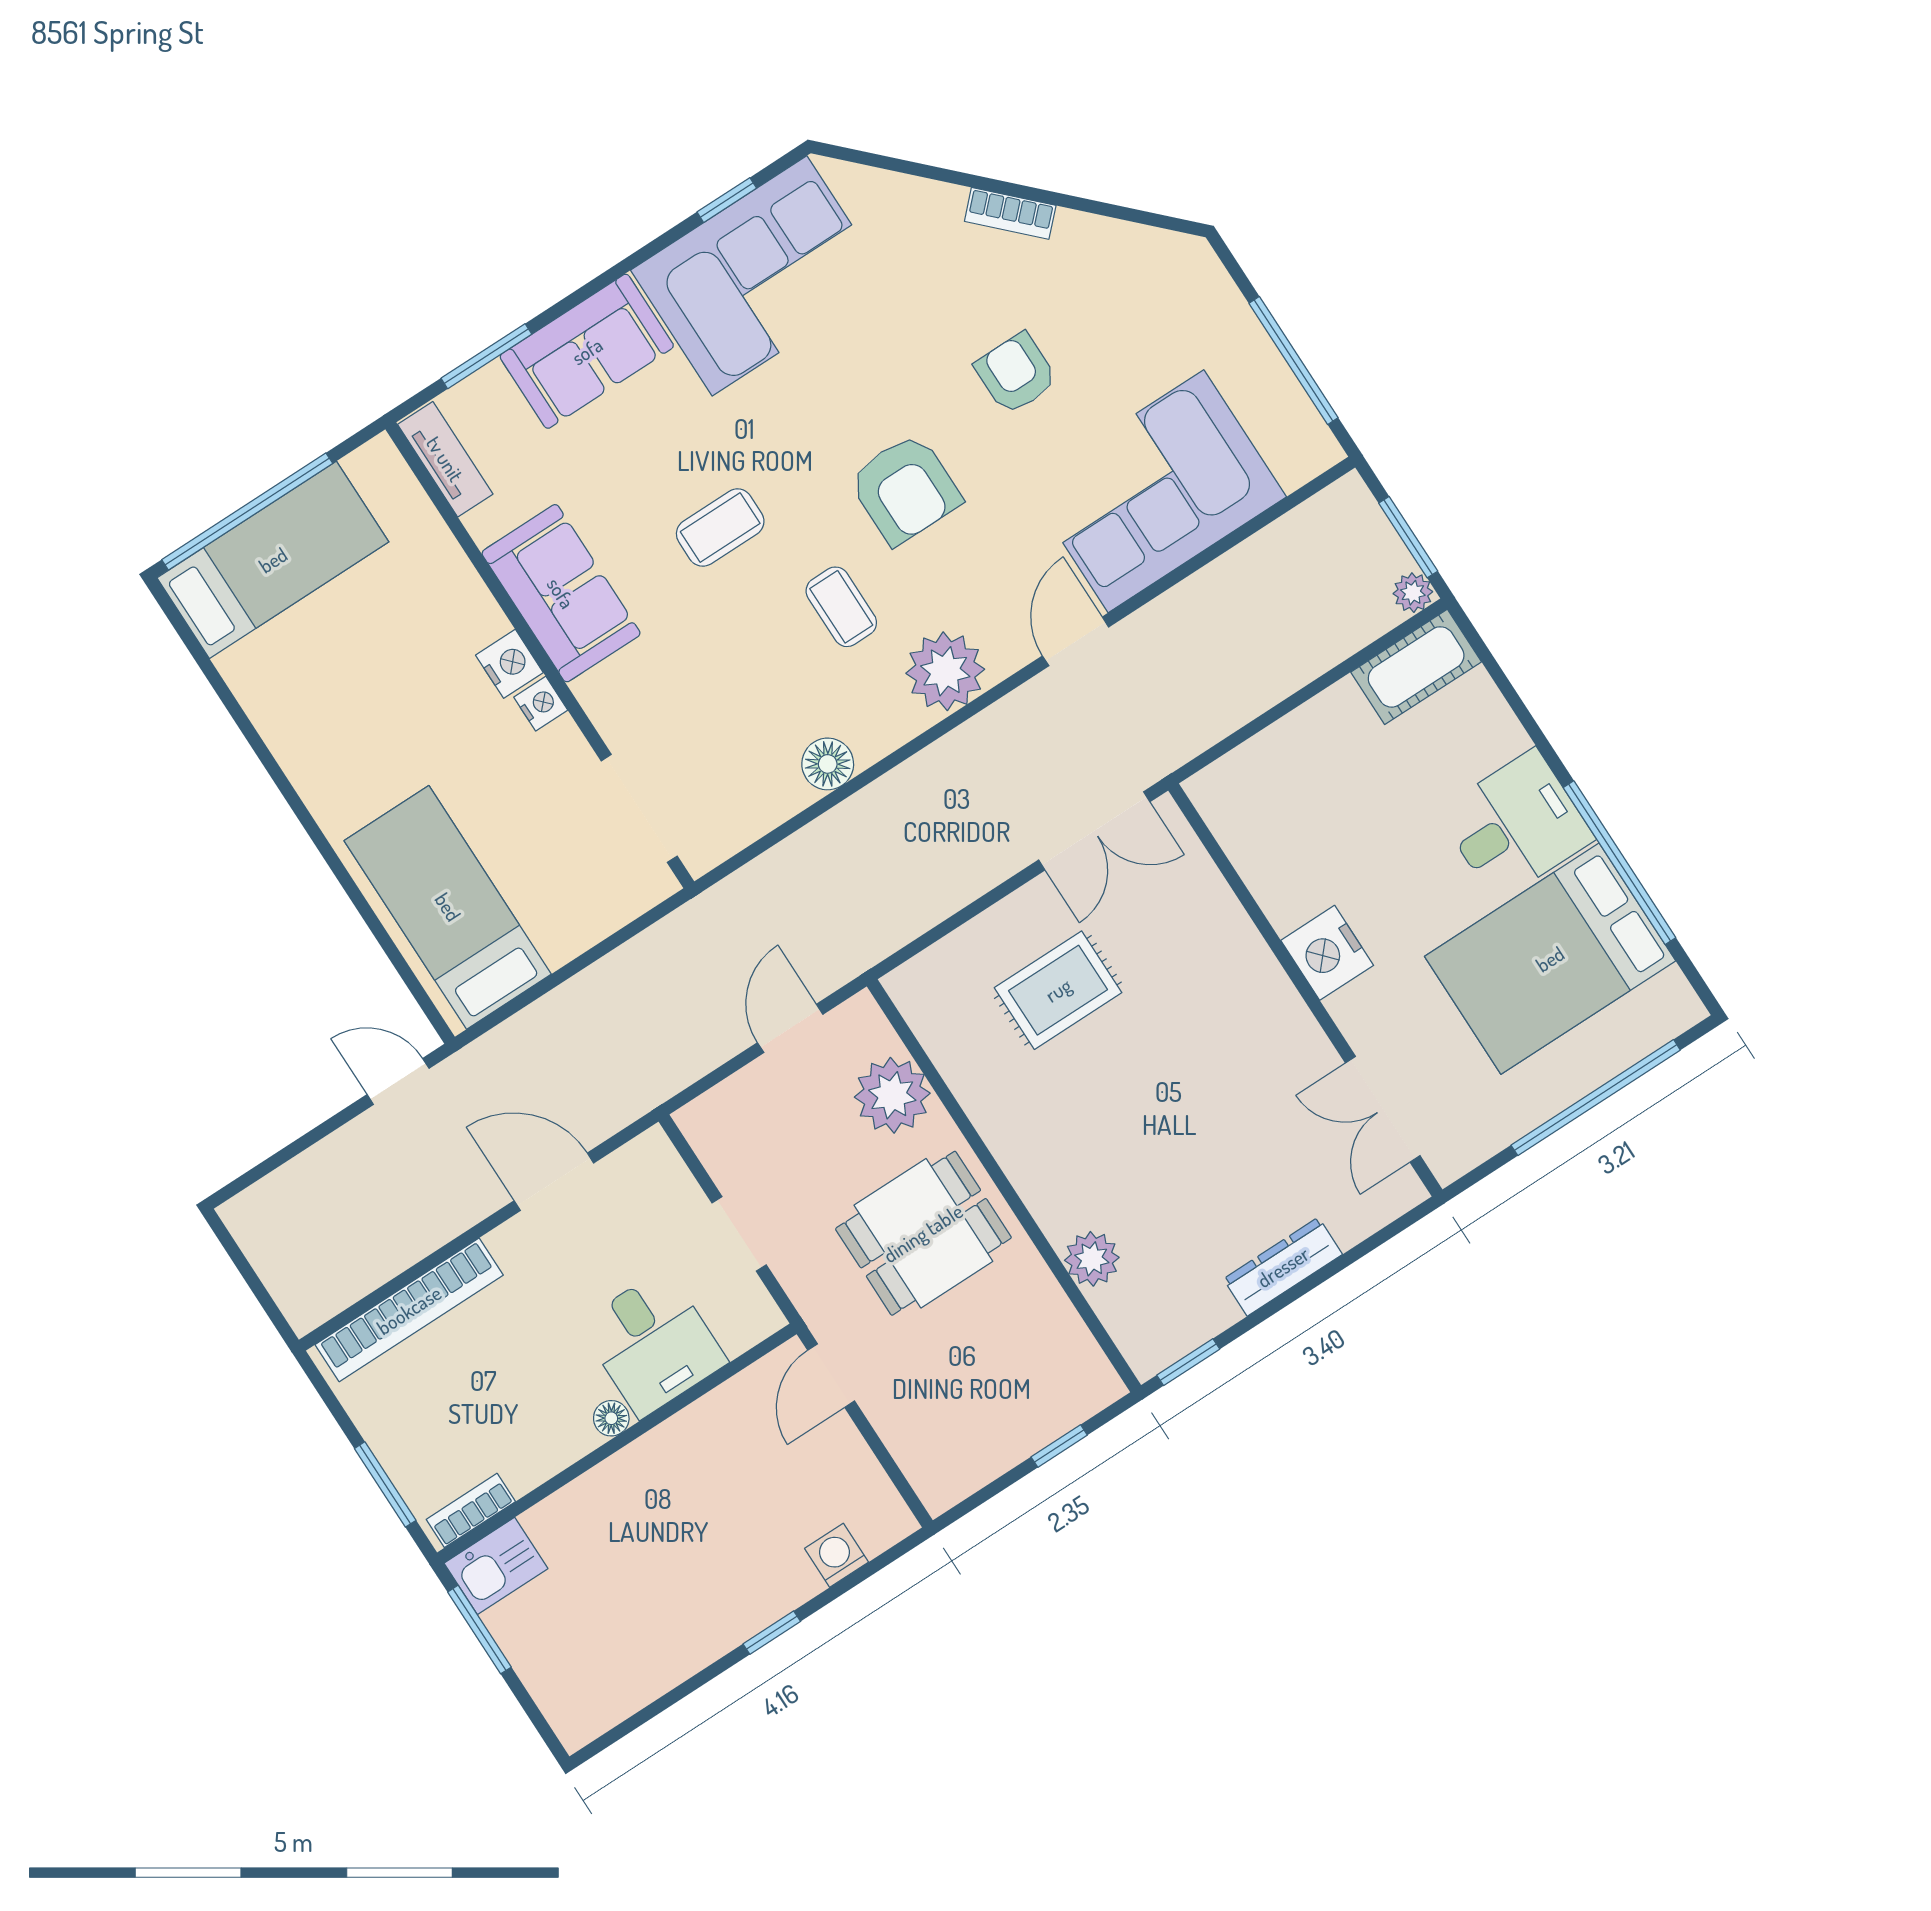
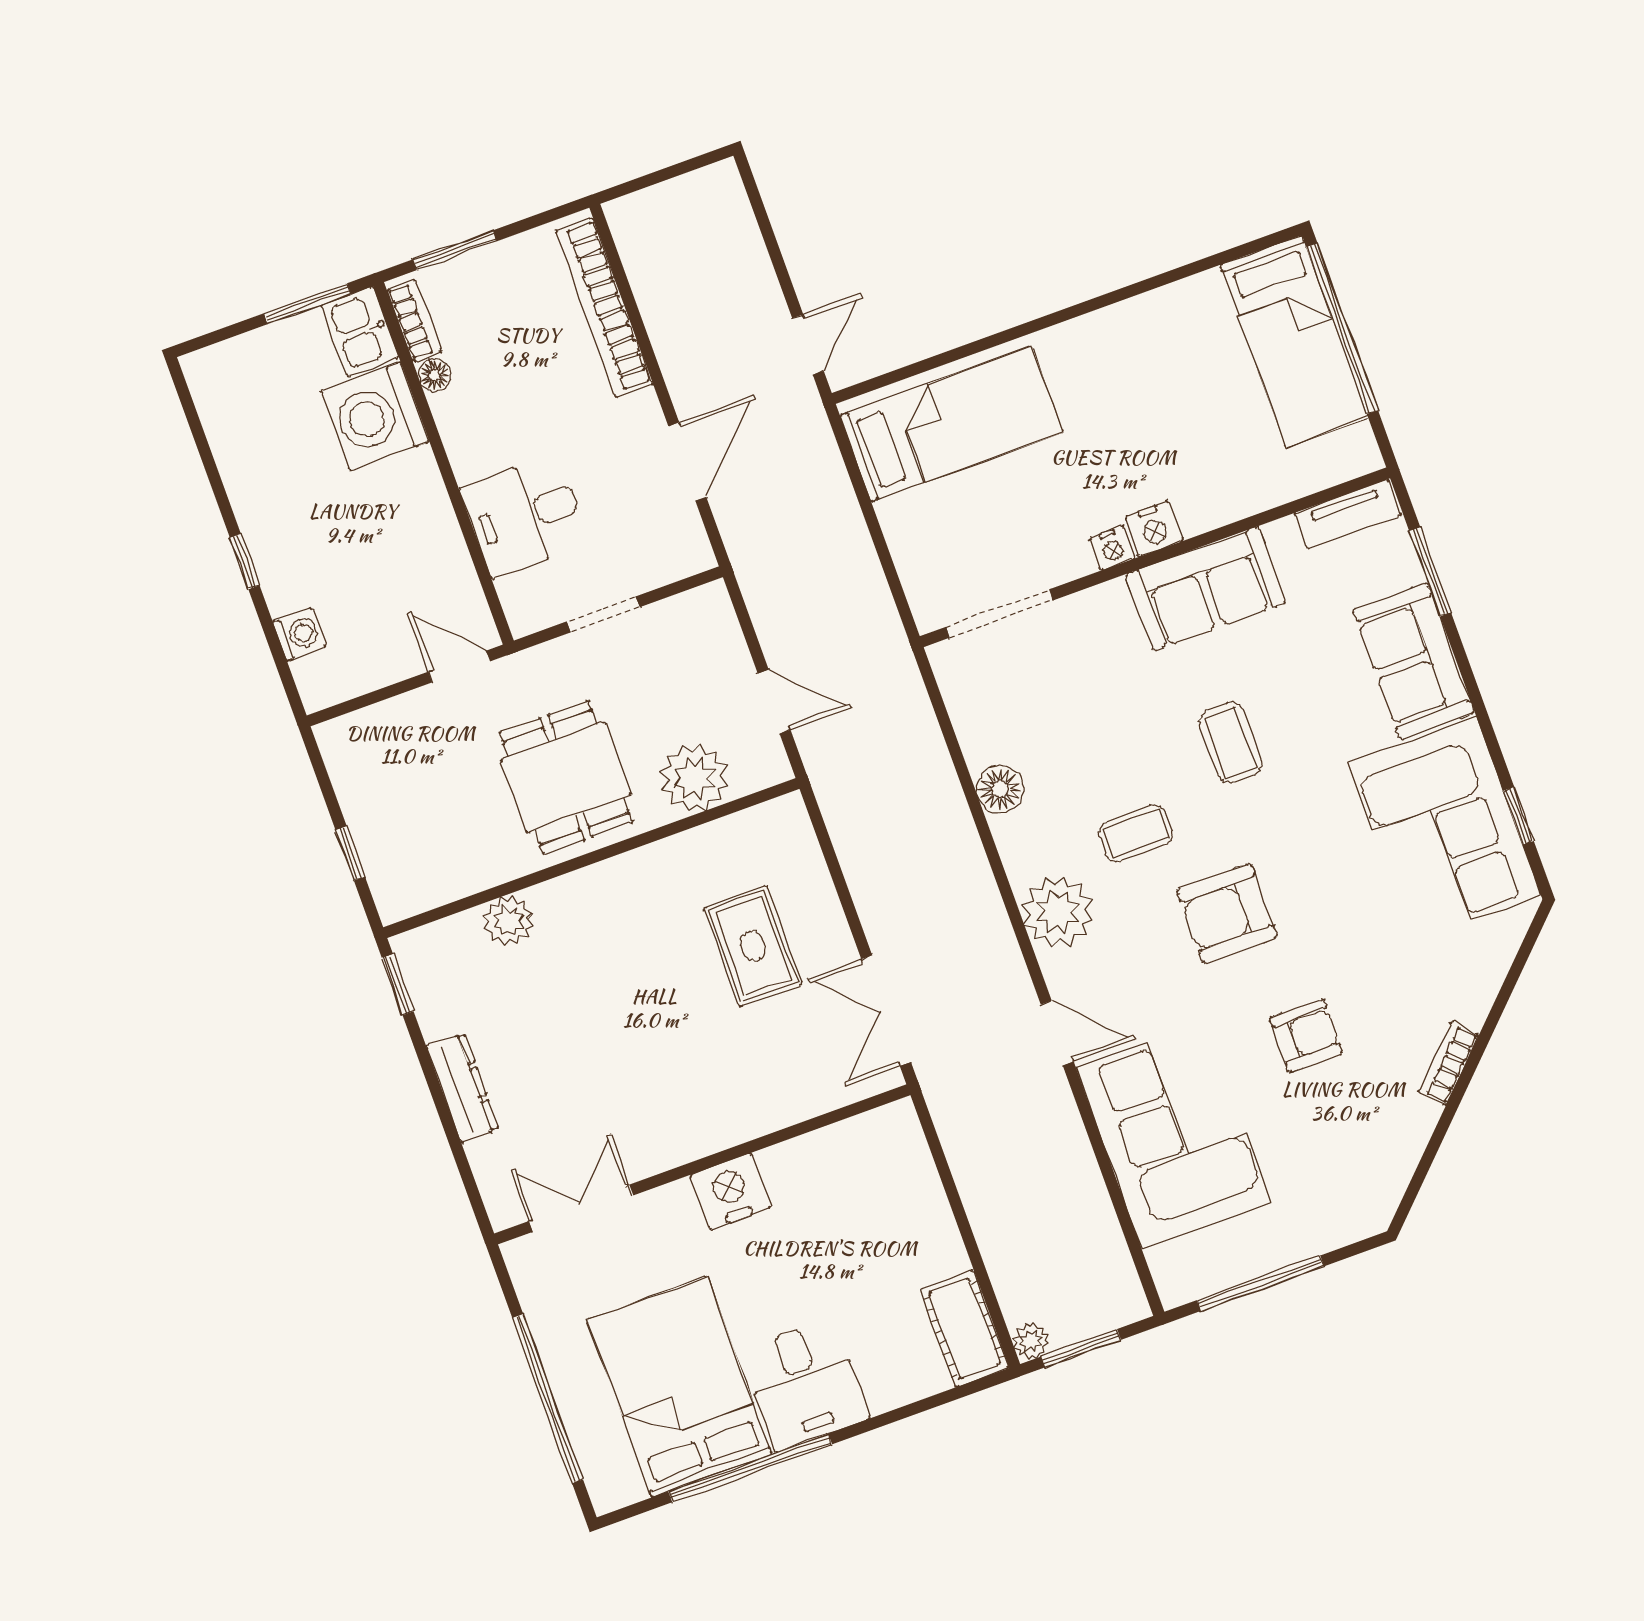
floor lamp: (611, 1418) -> (435, 375), moved
washing machine: (583, 1529) -> (375, 416), added

